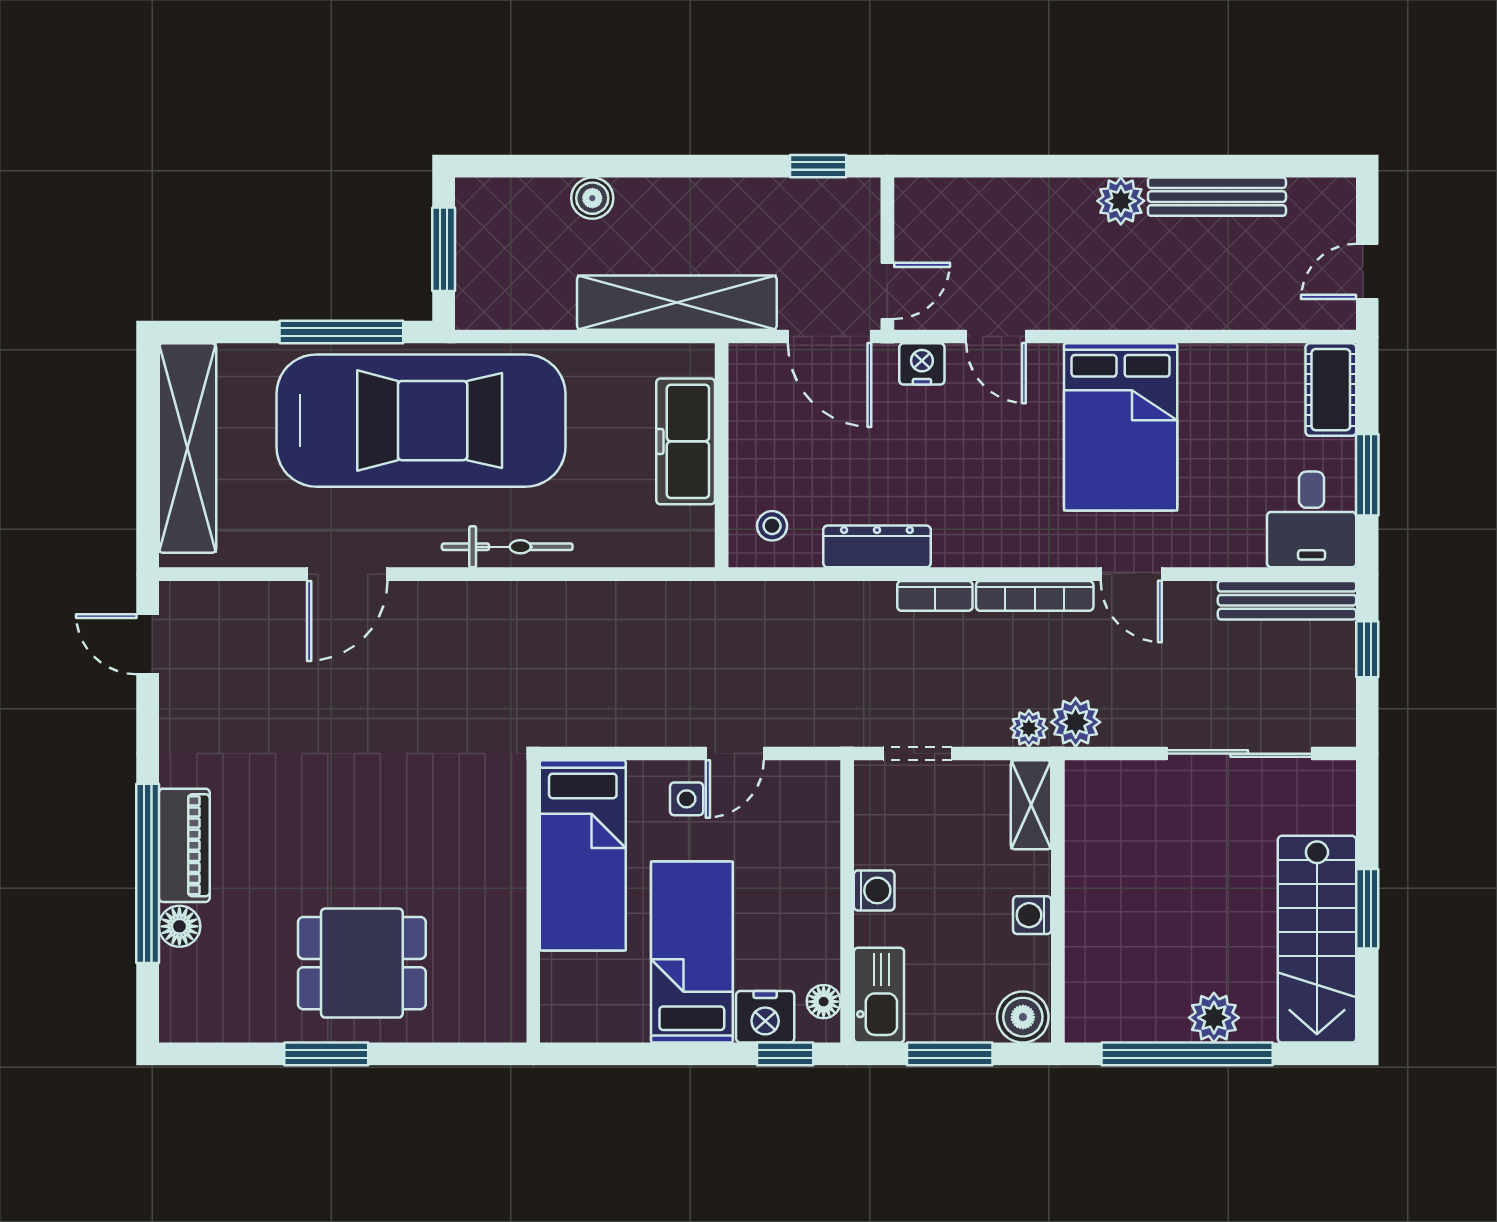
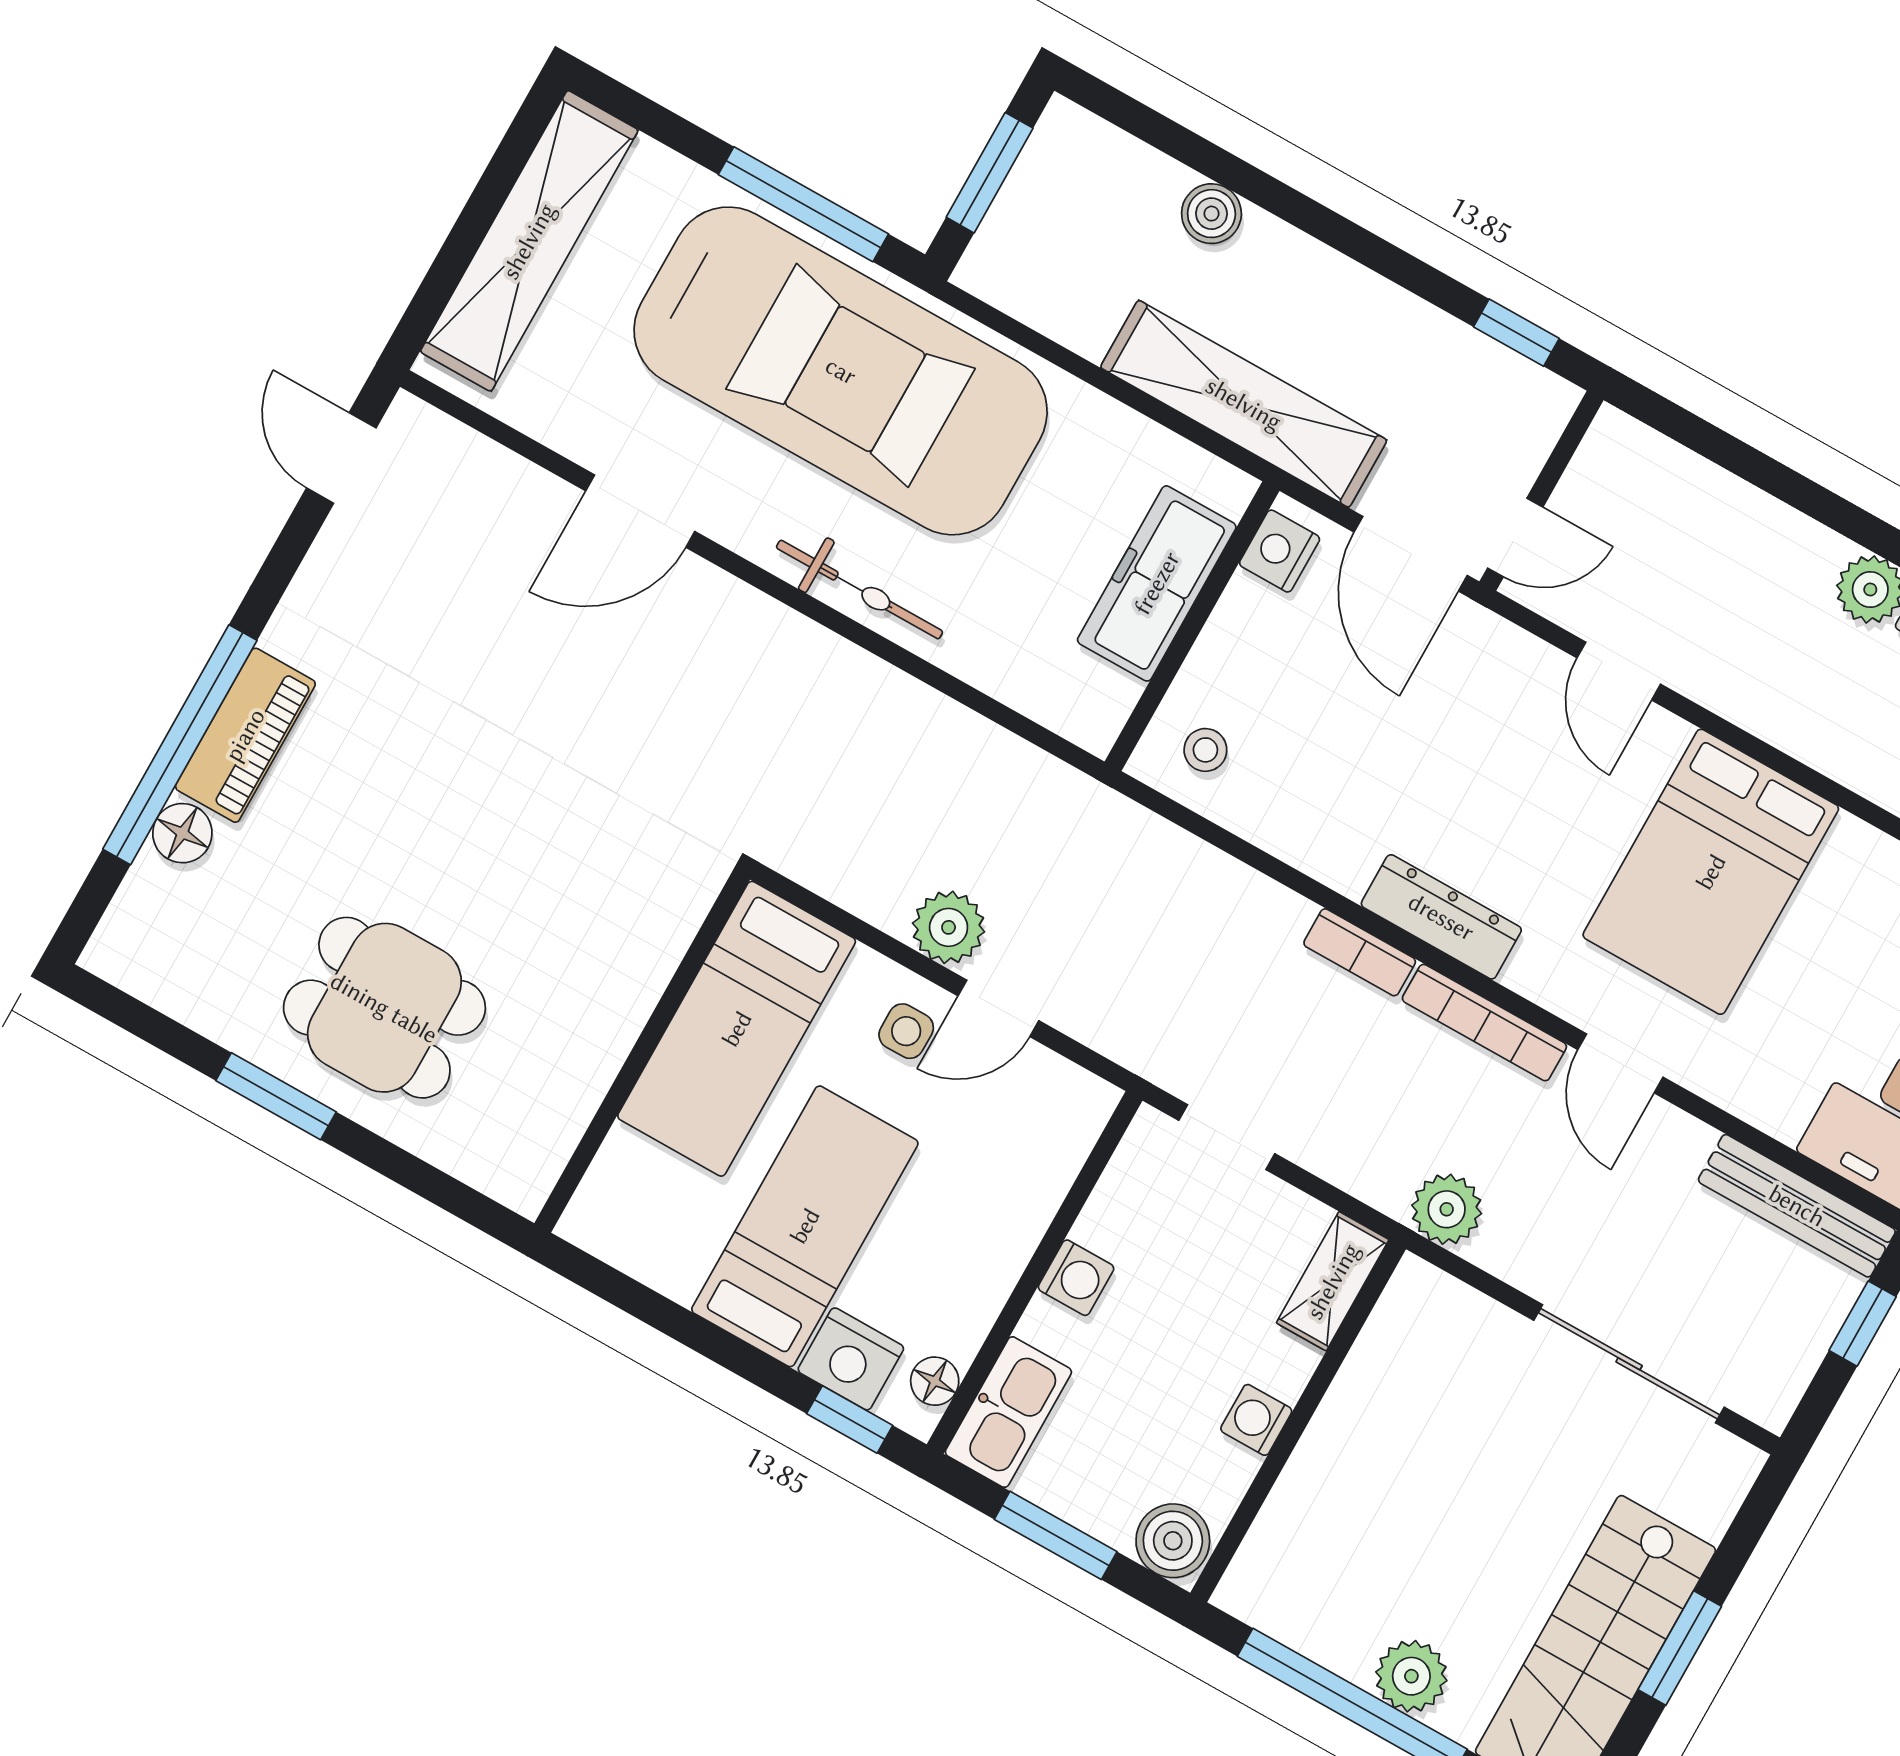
nightstand: (922, 364) -> (1280, 551), moved, turned -90
dresser: (877, 546) -> (1441, 917), moved
plant: (1029, 728) -> (949, 927), moved, width x1.38, depth x1.38

